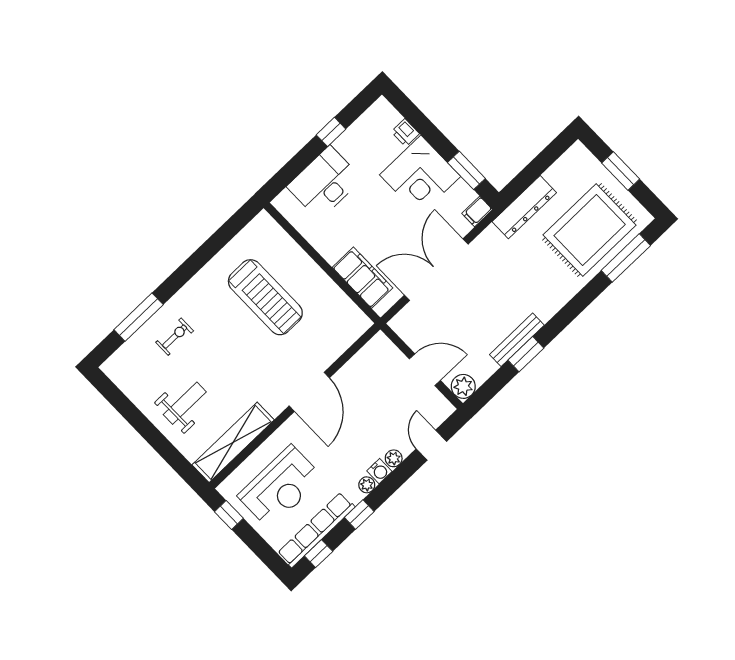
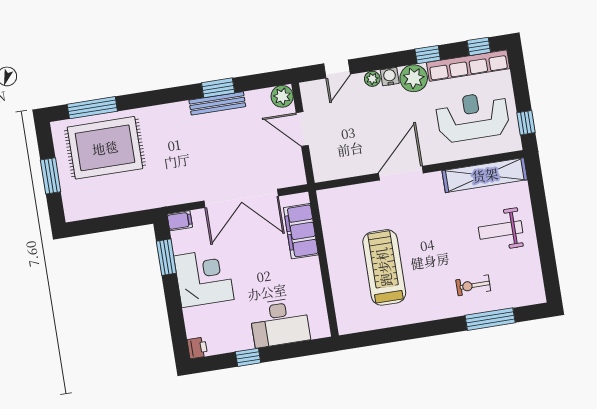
printer: (405, 133) -> (197, 348), moved
dresser: (524, 207) -> (142, 199), removed
plant: (367, 485) -> (414, 78), width x1.87, depth x1.87

